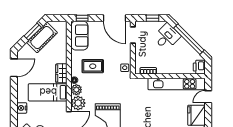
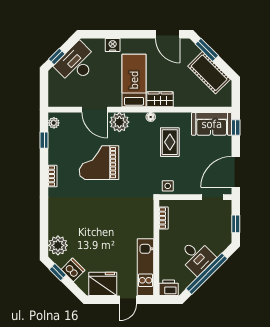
window: (33, 32) -> (207, 50), moved
desk: (167, 37) -> (197, 257), moved
kitchen unit: (177, 84) -> (146, 267), width x0.73
plant: (76, 90) -> (138, 120), removed
door: (208, 97) -> (128, 300), swing flipped

